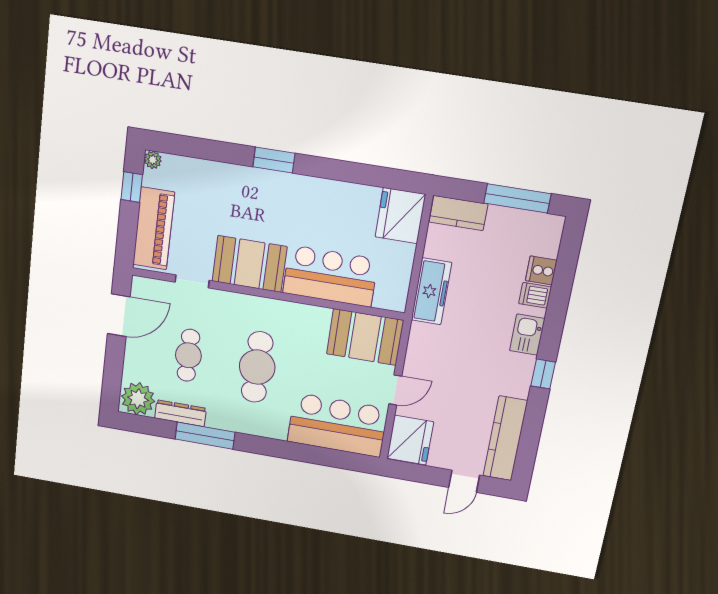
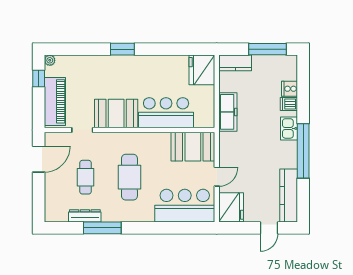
window: (543, 374) -> (303, 151), width x3.17
plant: (138, 399) -> (57, 211), removed

